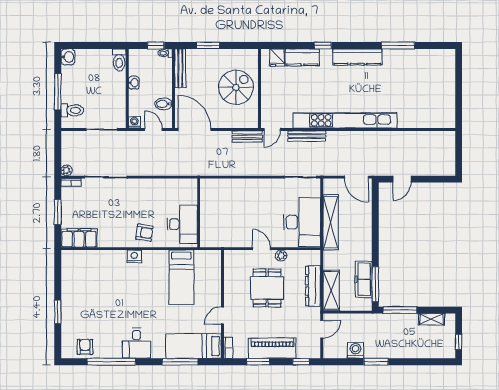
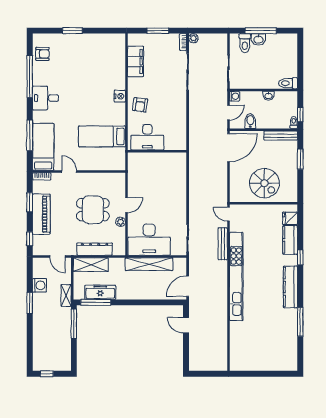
washbasin: (68, 57) -> (258, 39), moved
bench: (247, 137) -> (222, 193), removed
filing cabinet: (79, 238) -> (136, 61), moved
shelving: (431, 319) -> (66, 295), moved

